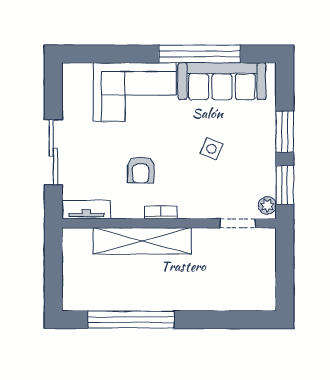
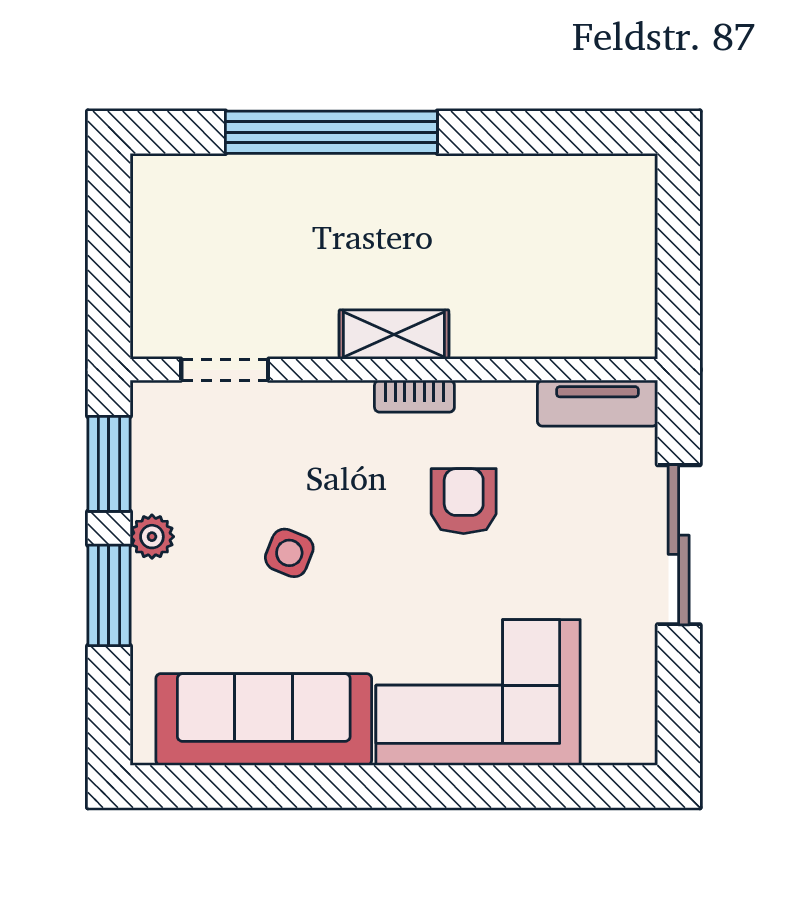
window: (200, 54) -> (319, 786), removed
plant: (267, 205) -> (152, 537), moved
shelving: (142, 241) -> (394, 334), width x0.45, depth x0.75
window: (131, 320) -> (331, 132), moved

